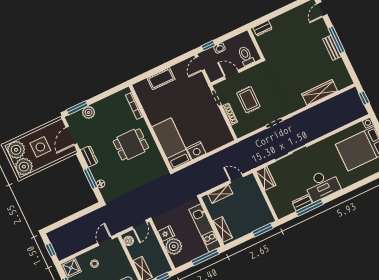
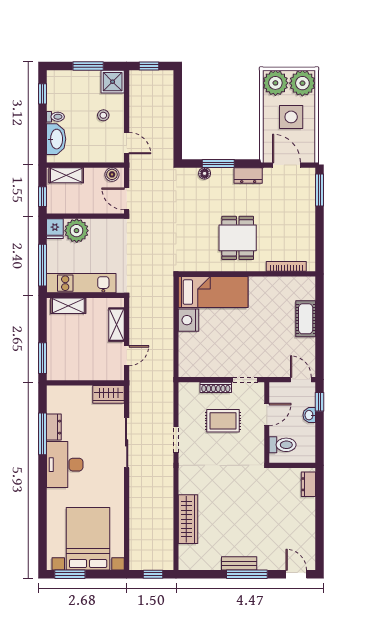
plant: (89, 112) -> (306, 202), removed
fridge: (166, 234) -> (55, 229), moved

